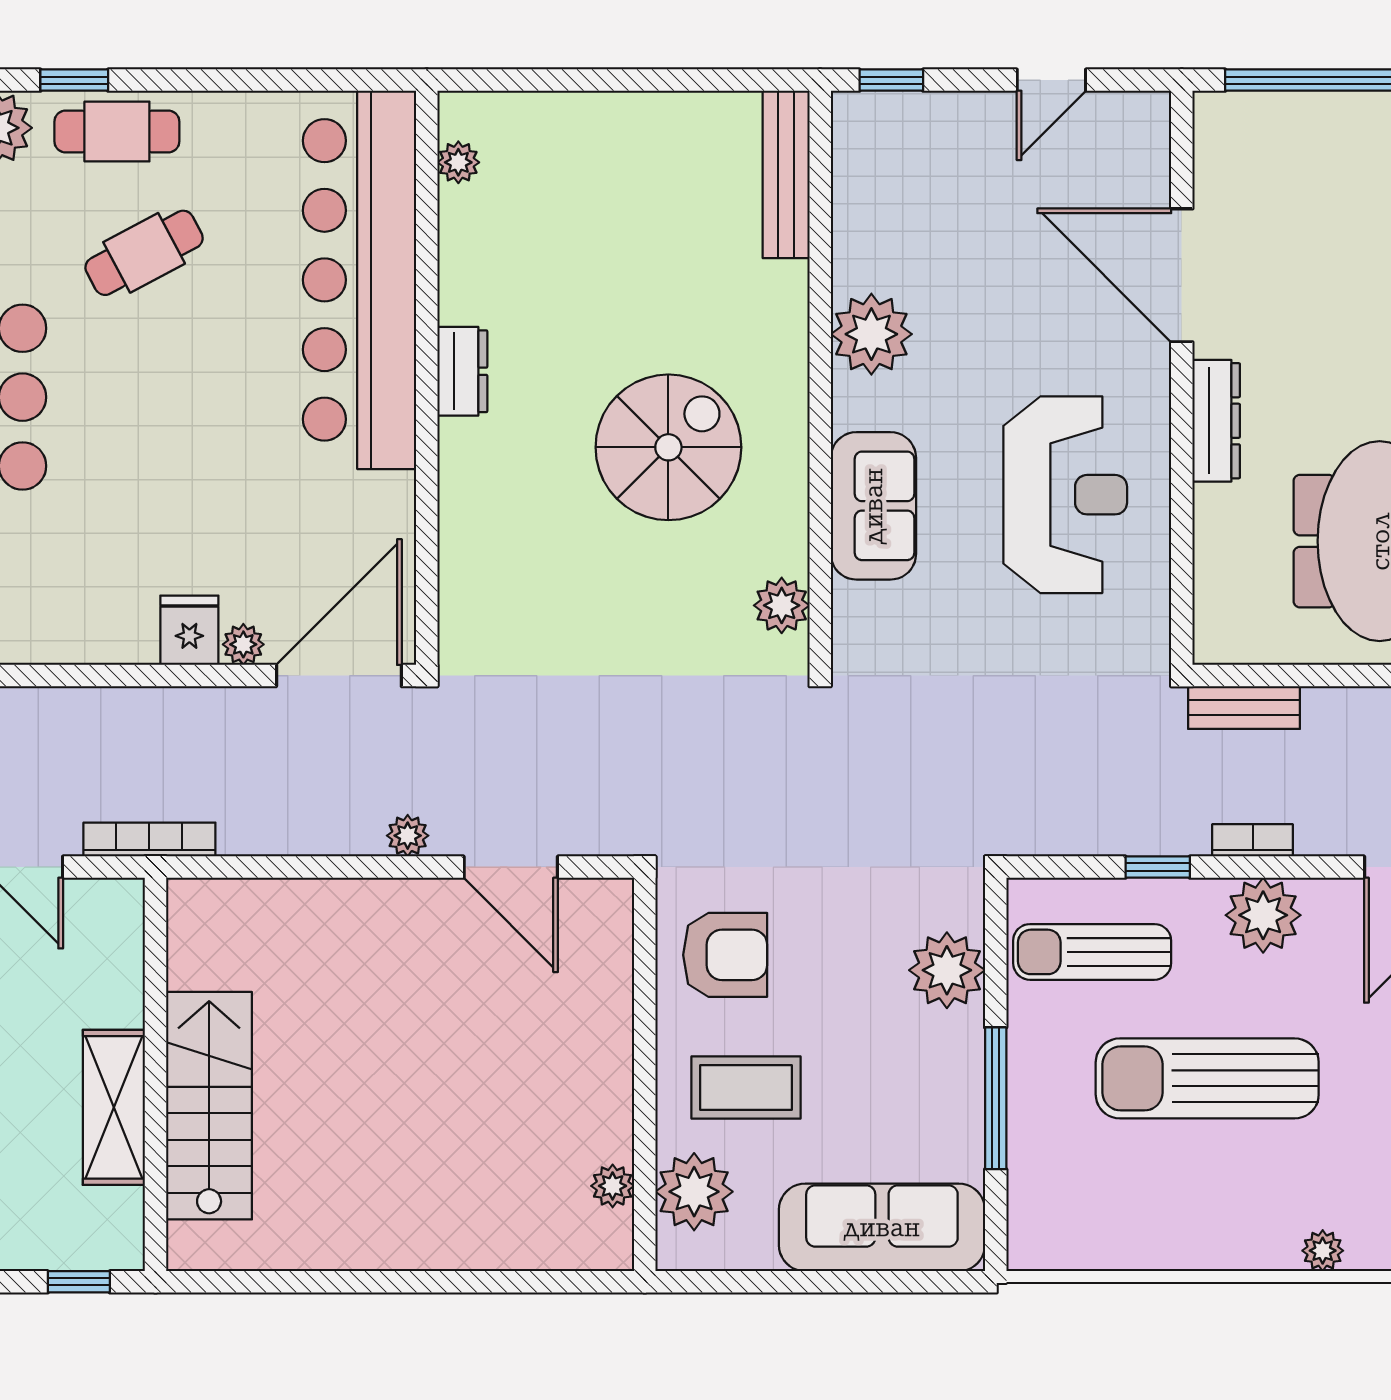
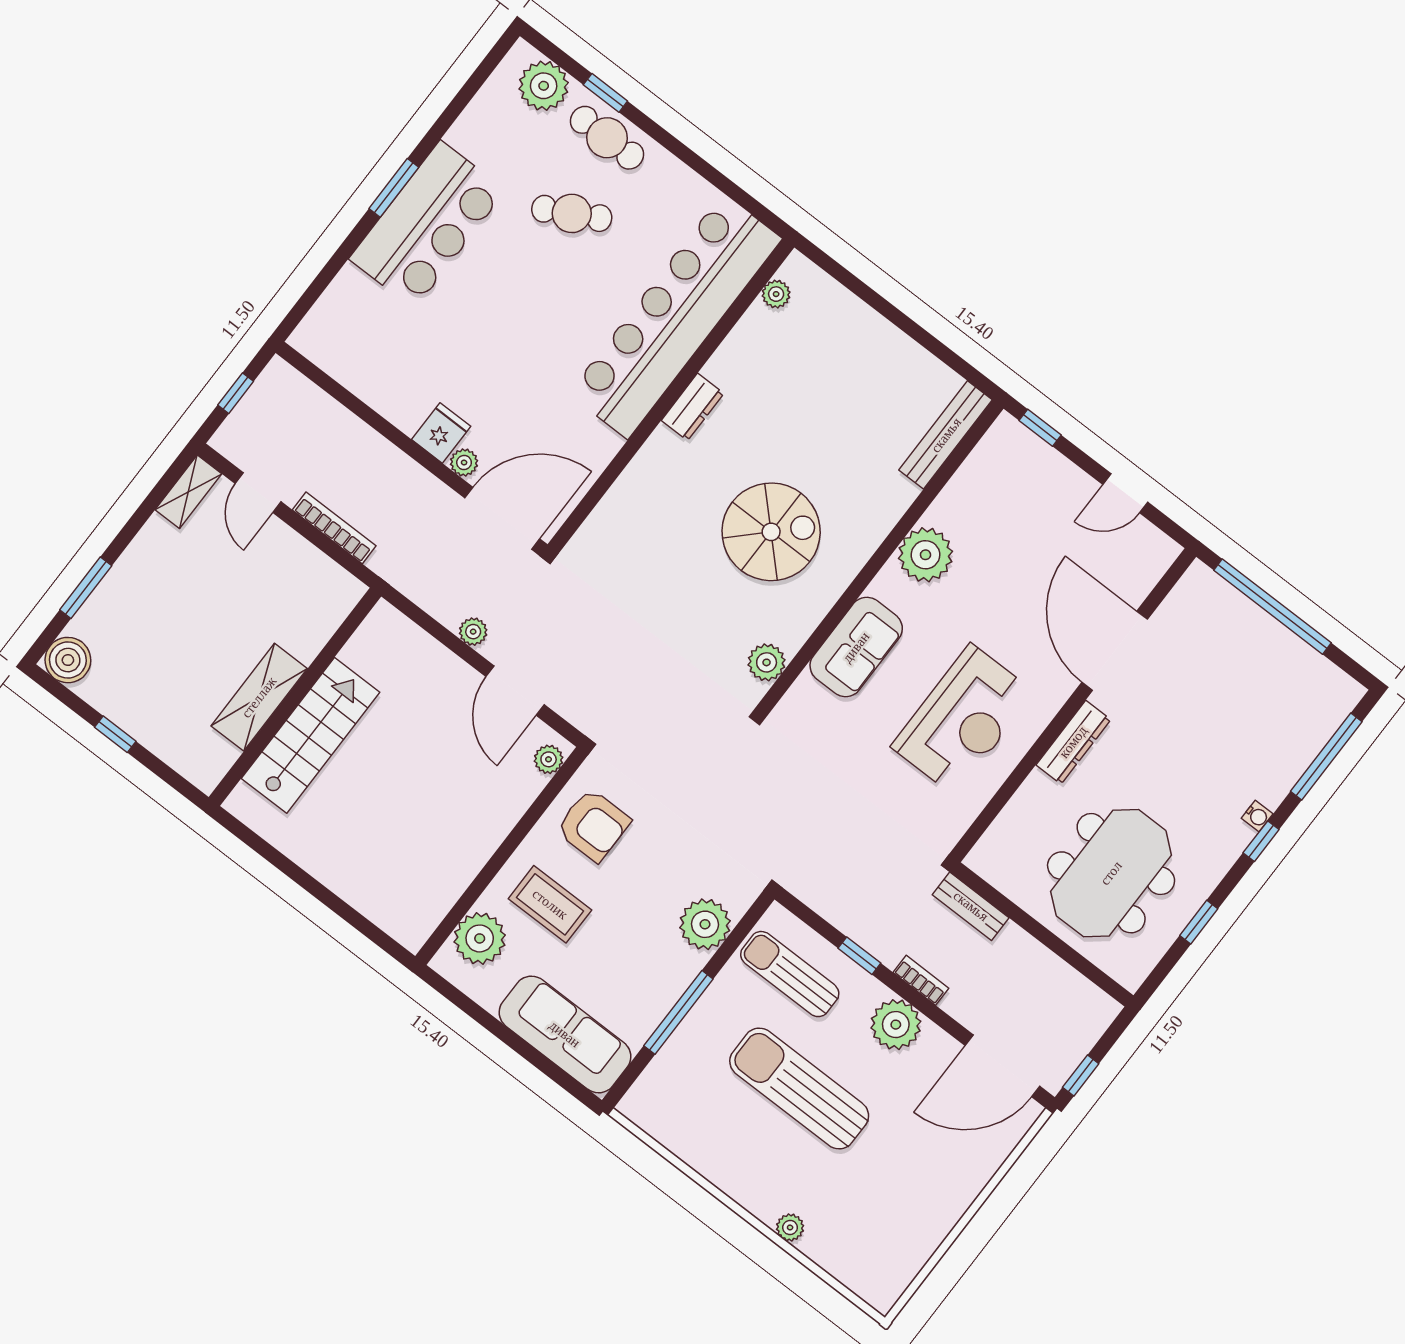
wall: (155, 1074) -> (295, 697), moved
stairs: (209, 1106) -> (311, 735), moved
shelving: (114, 1107) -> (259, 697), moved
plant: (613, 1186) -> (549, 759), moved

